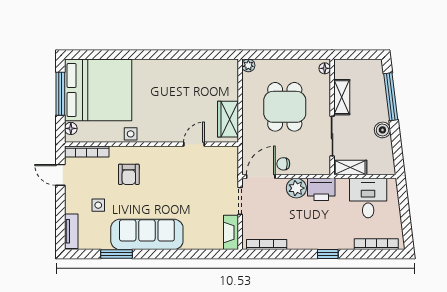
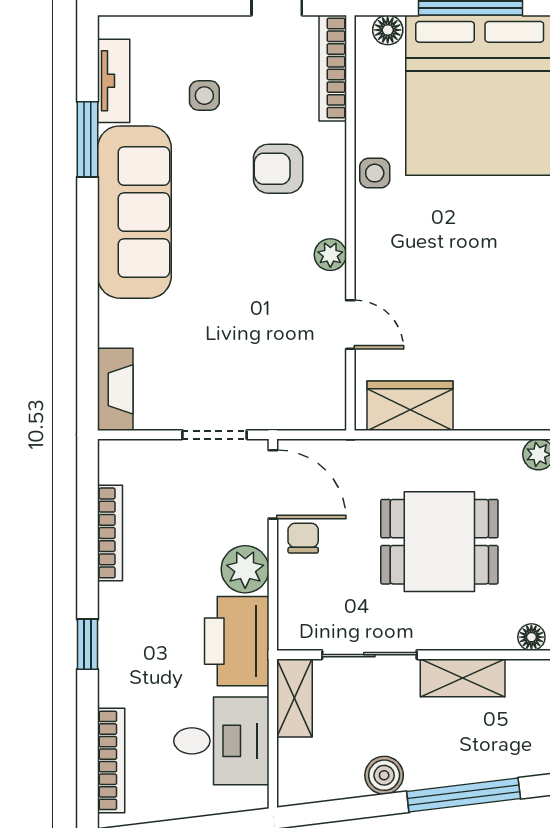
plant: (165, 152) -> (330, 255), added
printer: (321, 189) -> (237, 641), width x1.37, depth x1.19
tv unit: (71, 231) -> (114, 81), moved, turned -90
fireplace: (231, 232) -> (115, 389), moved, turned 90
bookcase: (267, 245) -> (110, 533), moved

